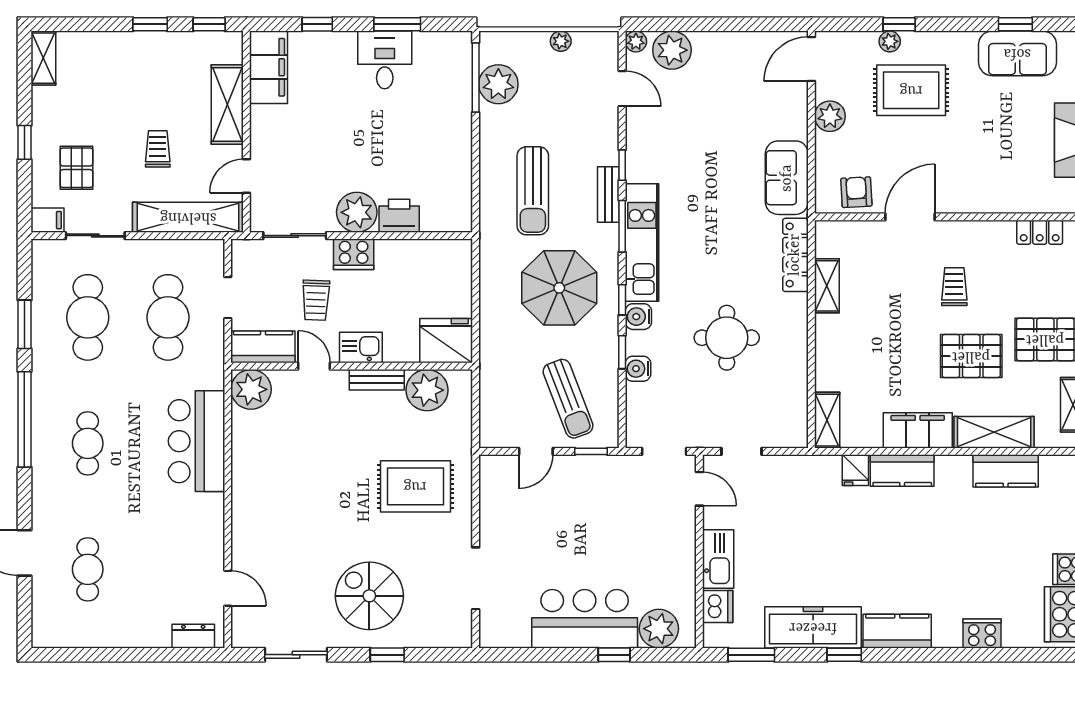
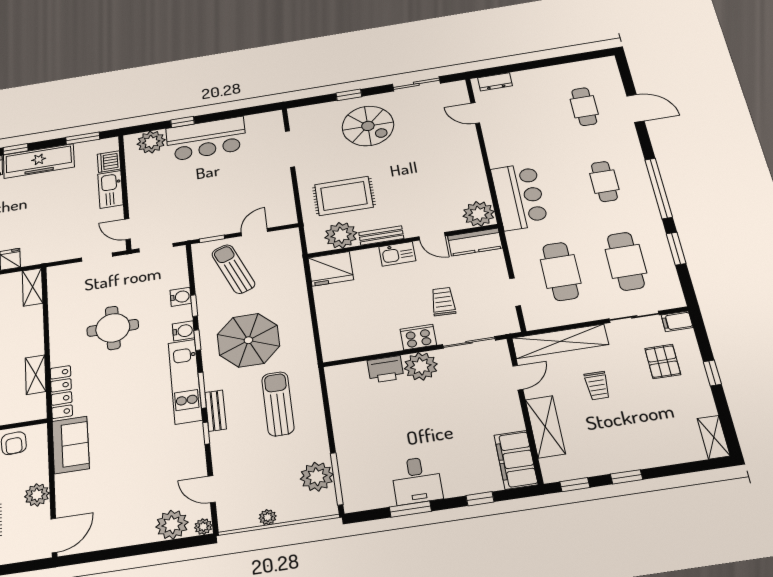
fridge: (446, 341) -> (331, 269), moved
kitchen counter: (263, 347) -> (475, 242), moved
kitchen sink: (361, 348) -> (397, 254), moved
door: (314, 366) -> (432, 236), moved
wall: (352, 366) -> (402, 241), moved
bench: (377, 380) -> (381, 235), moved
plant: (251, 389) -> (479, 214), moved
plant: (427, 390) -> (341, 235), moved

